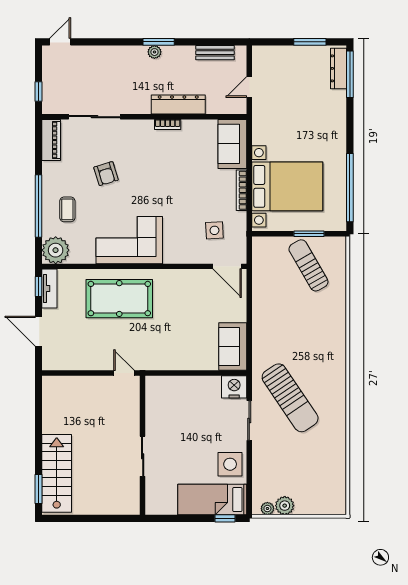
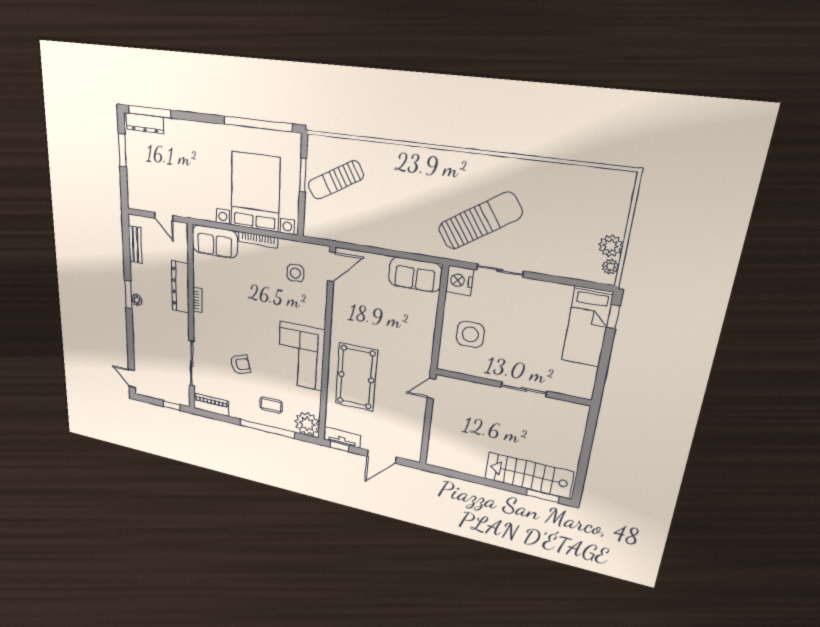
side table: (230, 464) -> (470, 334), moved

